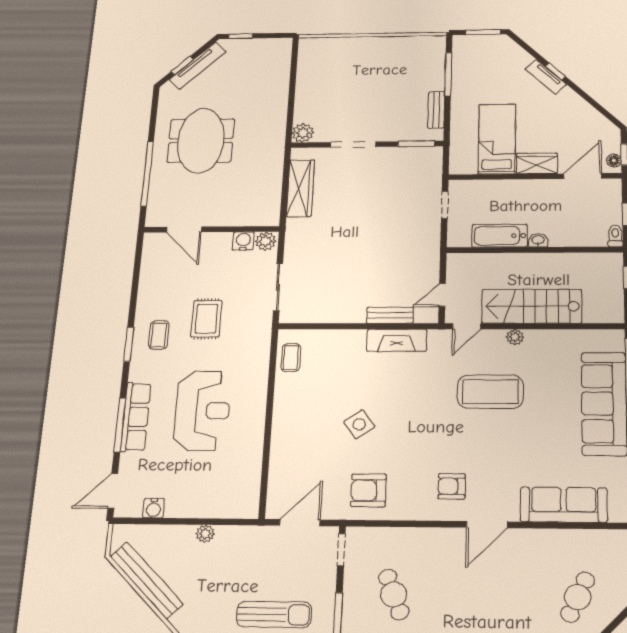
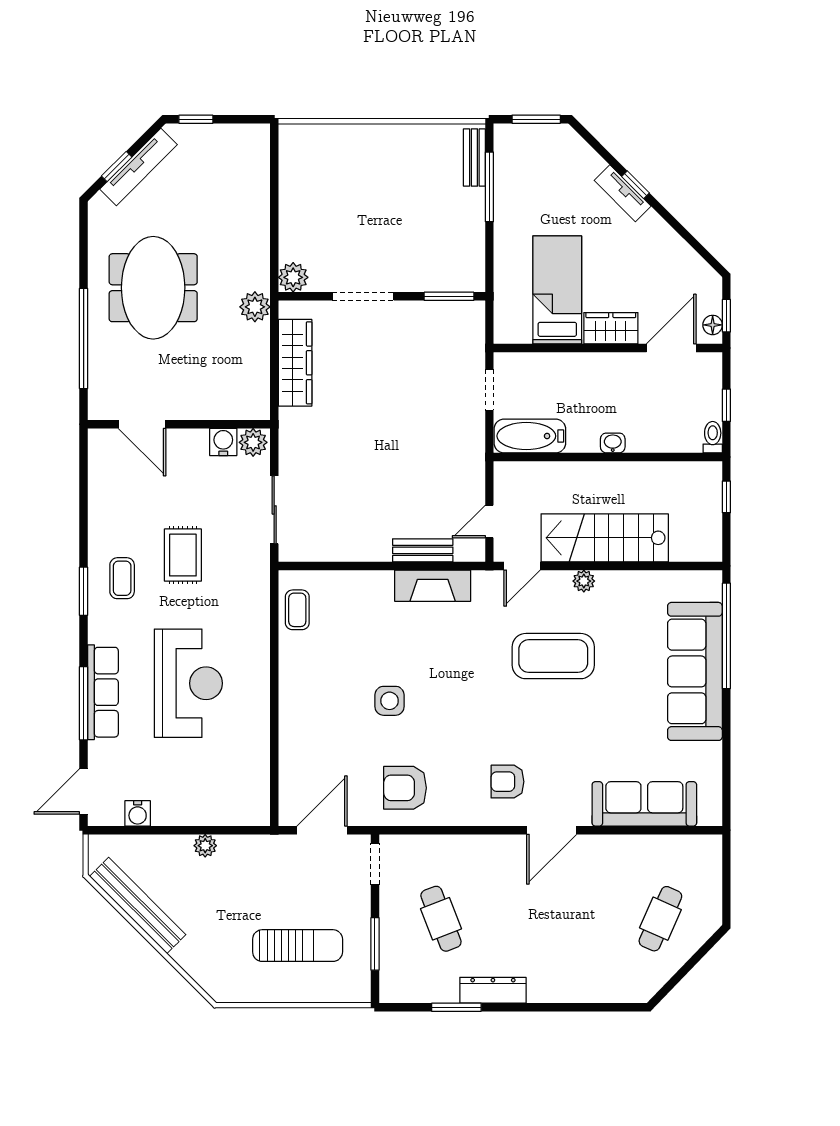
bench: (436, 110) -> (474, 157), moved
plant: (274, 152) -> (255, 307), added
bathtub: (500, 236) -> (530, 436), moved
side table: (359, 424) -> (390, 701), turned 36

